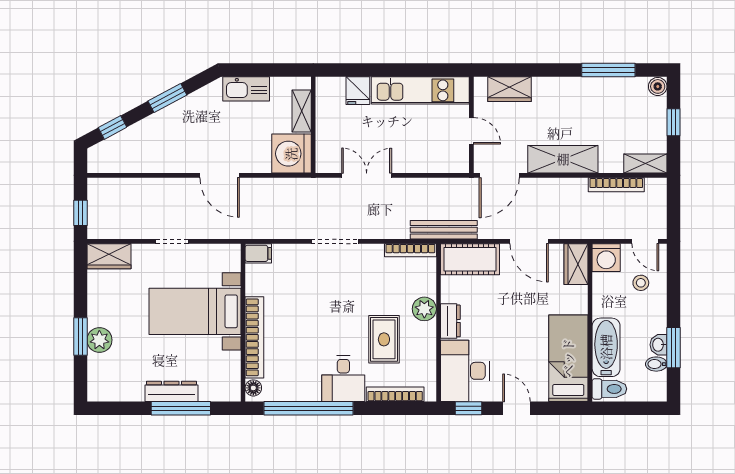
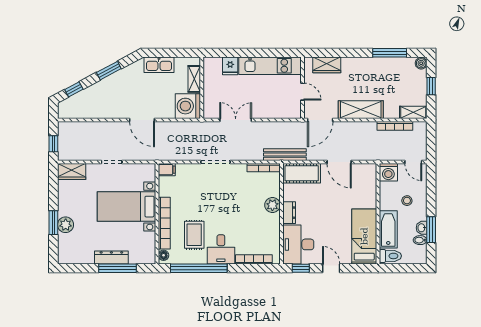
wardrobe: (576, 264) -> (369, 176), removed
stool: (641, 283) -> (407, 201), moved
rug: (384, 339) -> (194, 235), moved

